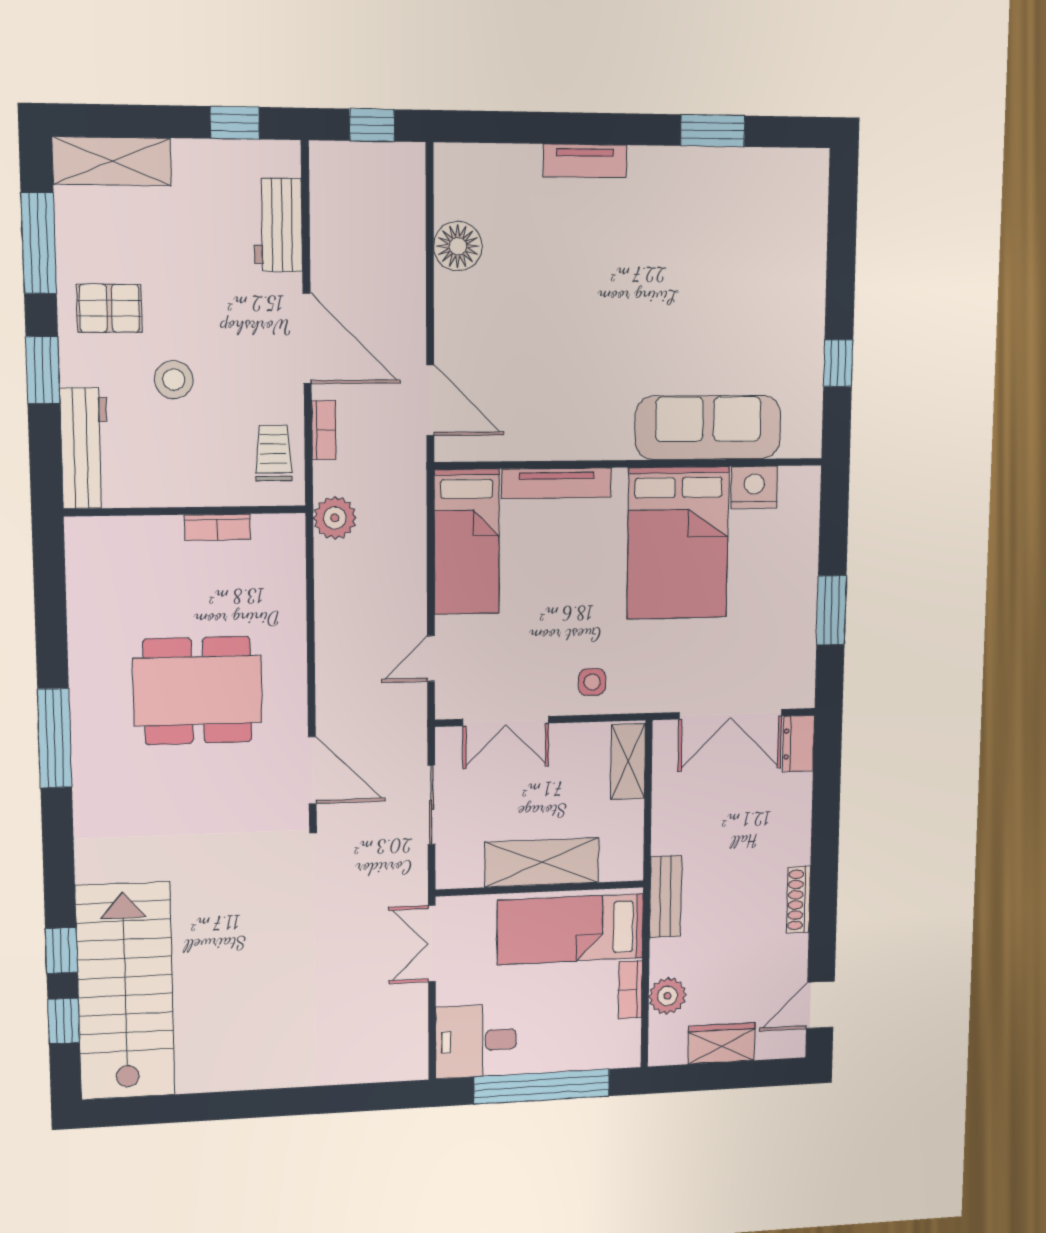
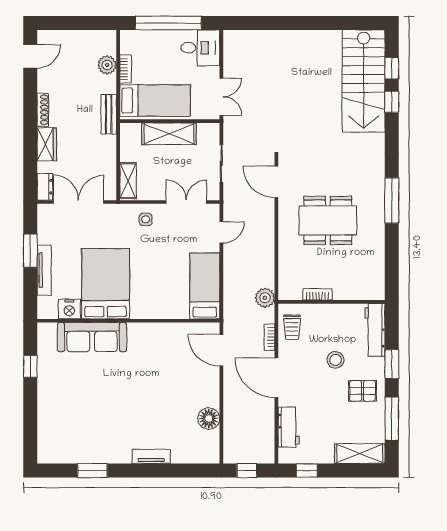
tv unit: (557, 483) -> (44, 270), moved, turned 90
wardrobe: (721, 1043) -> (47, 144), moved, turned -90

